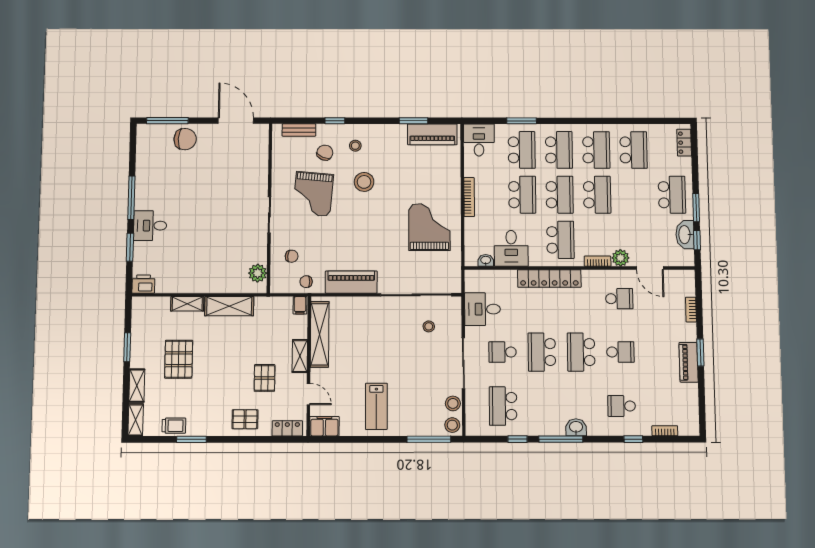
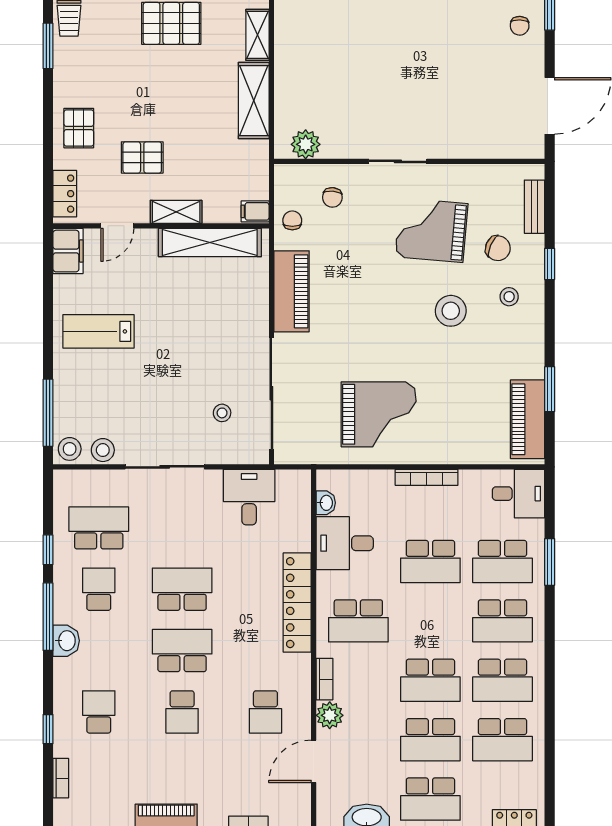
chair: (185, 139) -> (520, 26), width x0.54, depth x0.54
school desk: (560, 195) -> (430, 740), moved
school desk: (503, 352) -> (99, 589), moved

